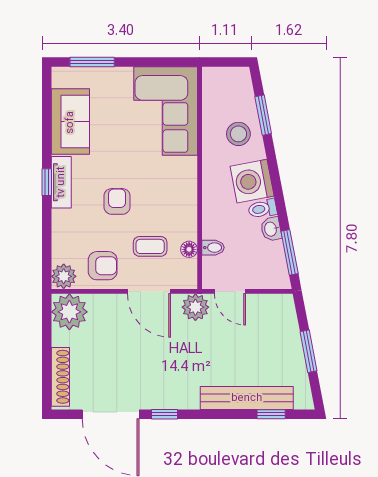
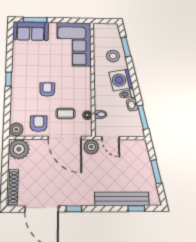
sofa: (70, 122) -> (31, 31), moved, turned 90
tv unit: (61, 182) -> (17, 79), removed
armchair: (103, 266) -> (39, 124), turned -90
door: (149, 291) -> (65, 138), width x1.36

